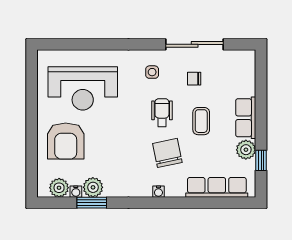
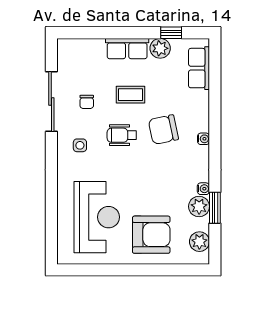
row of seats: (217, 187) -> (199, 68), width x0.68
water cooler: (76, 192) -> (203, 189), moved

